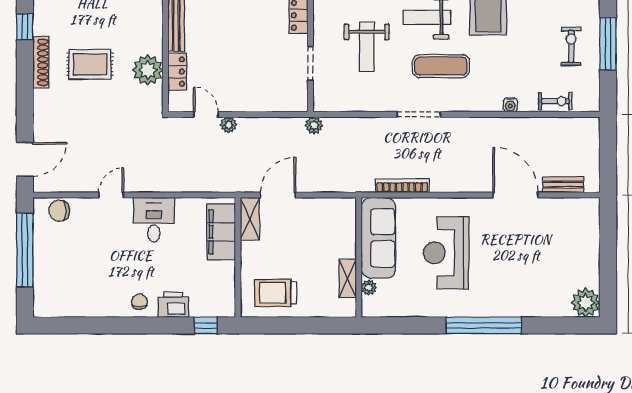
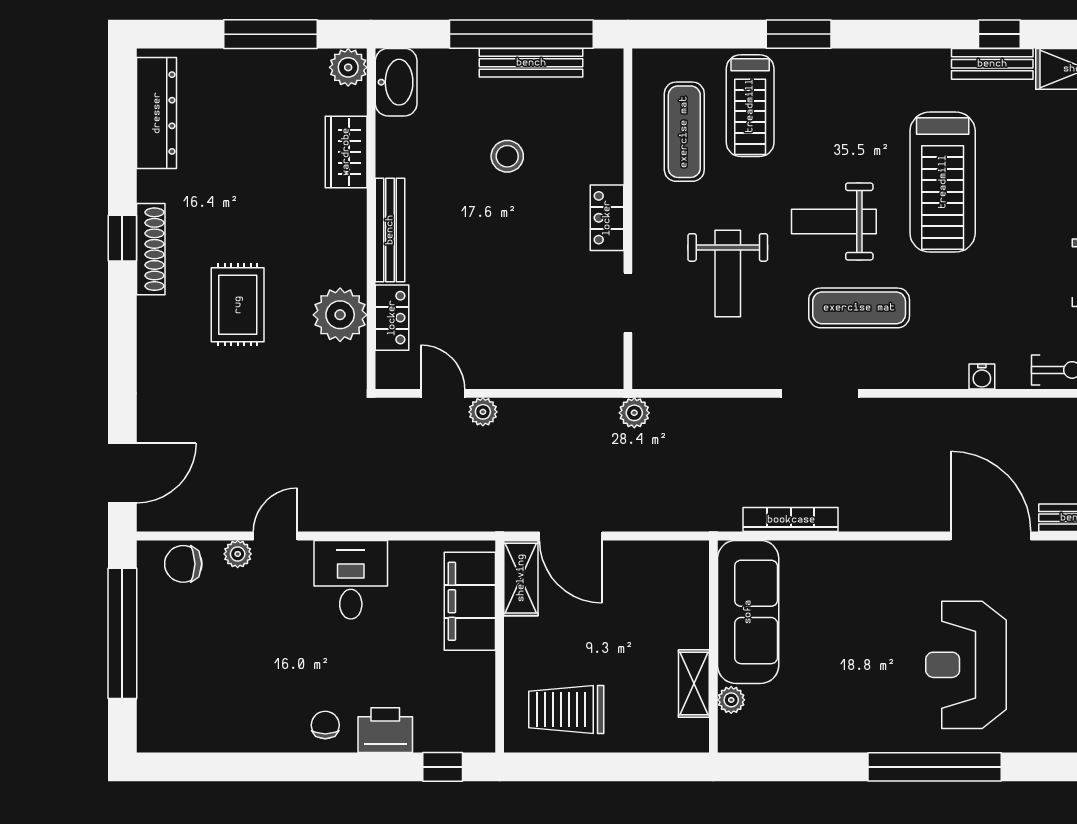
shoe rack: (41, 62) -> (151, 249), moved
rug: (90, 64) -> (238, 305), turned 90
door: (278, 195) -> (571, 536), swing flipped
plant: (90, 205) -> (238, 554), added
reception desk: (446, 253) -> (966, 665), moved

